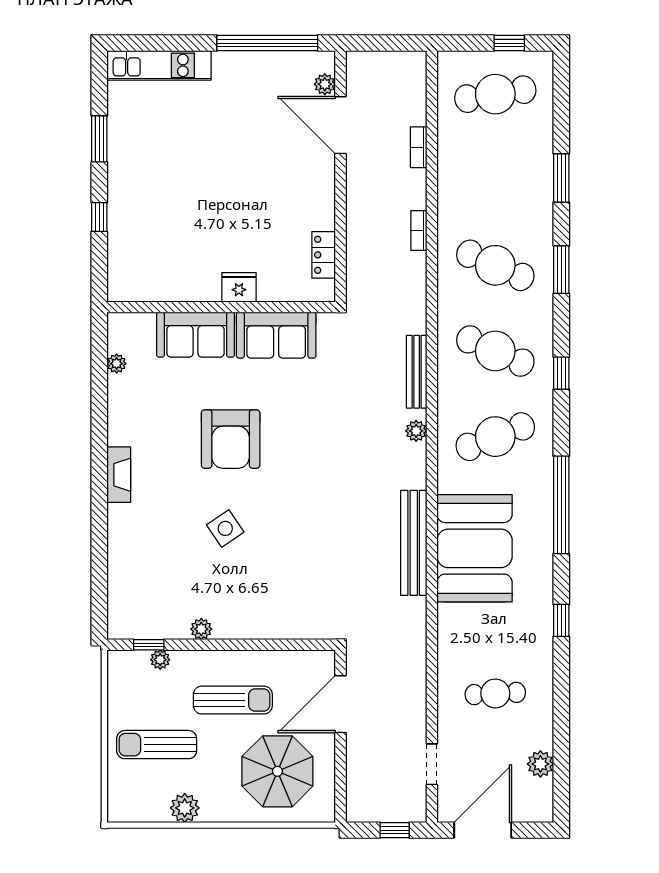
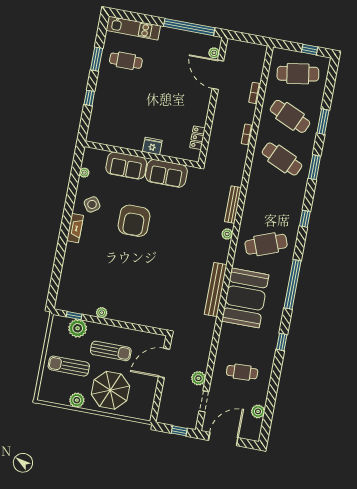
cafe table: (157, 131) -> (126, 61), added
cafe table: (495, 351) -> (290, 116), moved
side table: (225, 528) -> (92, 204), moved
plant: (160, 660) -> (78, 328), width x1.88, depth x1.88
plant: (413, 721) -> (198, 378), added
parasol: (277, 771) -> (110, 390), moved

